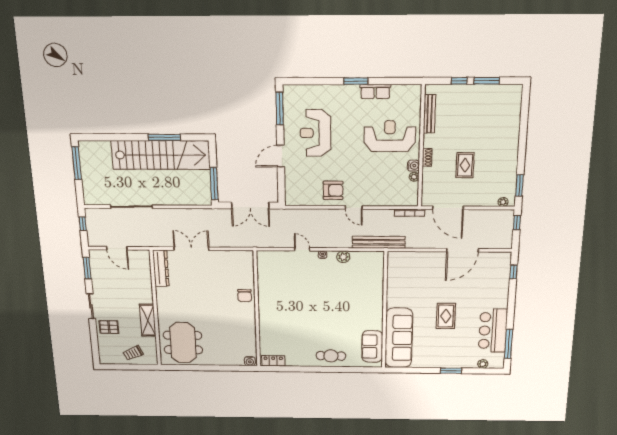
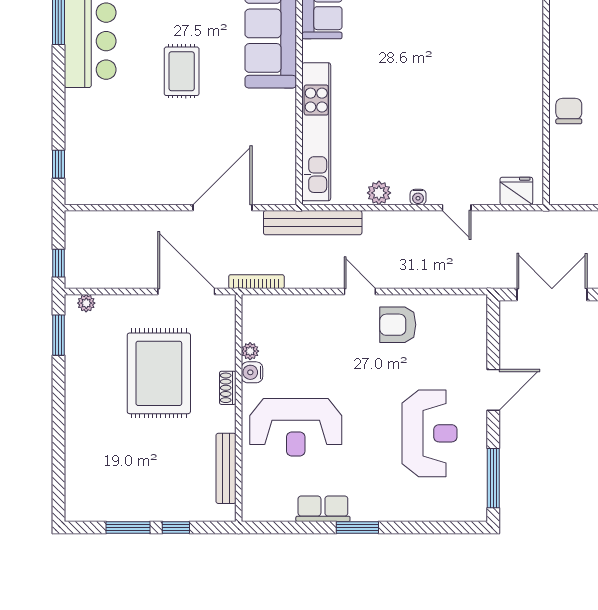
rug: (465, 165) -> (159, 373), width x1.86, depth x2.06
door: (462, 250) -> (222, 208), moved
fridge: (271, 257) -> (516, 191), added
kitchen unit: (376, 287) -> (316, 132), added

